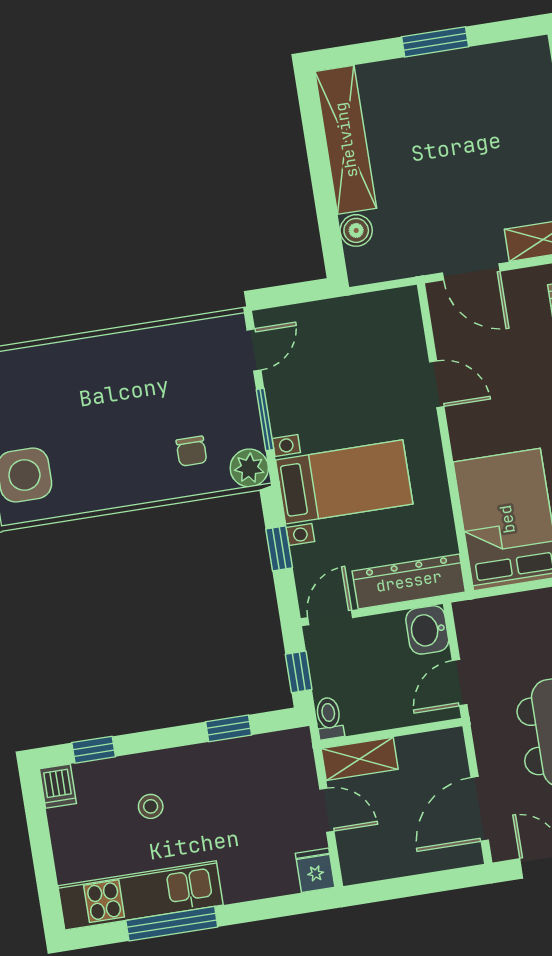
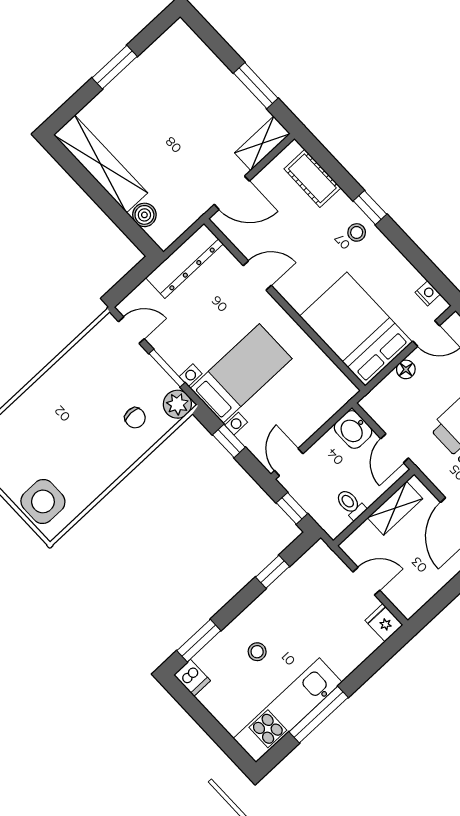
door: (254, 350) -> (131, 330), hinge flipped
dresser: (409, 581) -> (184, 261), moved, turned 180
floor lamp: (532, 603) -> (406, 369), added
toilet: (329, 718) -> (351, 504), moved
window: (94, 750) -> (199, 641), width x1.50
shelving: (360, 759) -> (395, 508), moved

